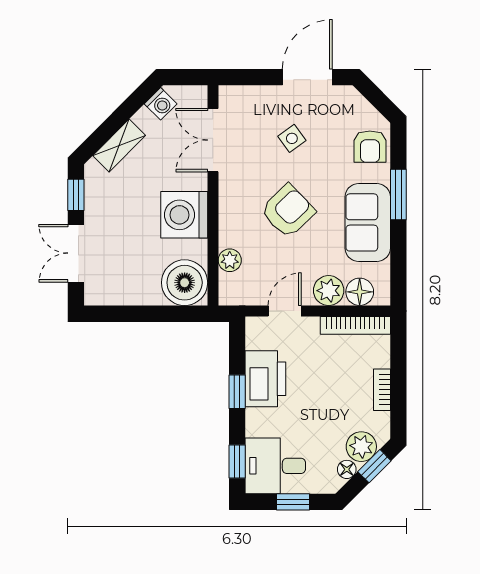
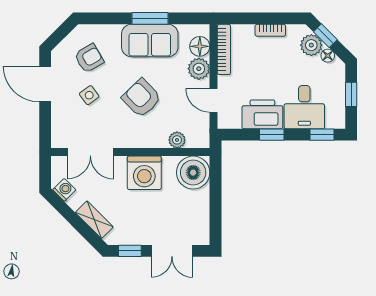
armchair: (370, 147) -> (89, 58), moved, turned -30
window: (398, 195) -> (150, 18), moved
desk: (275, 466) -> (304, 107), moved

